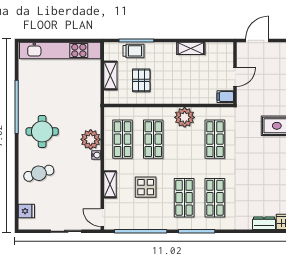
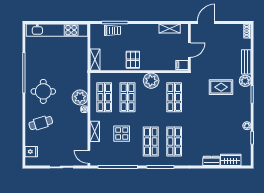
shelving: (191, 48) -> (170, 28), moved
shelving: (110, 75) -> (95, 60), moved
pallet: (141, 80) -> (133, 60), moved

